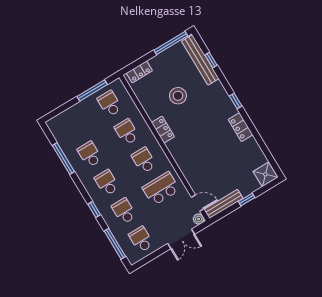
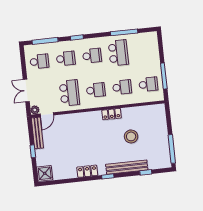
bench: (200, 60) -> (127, 167), moved
locker: (139, 72) -> (161, 116), removed
school desk: (90, 154) -> (118, 53), width x1.85

